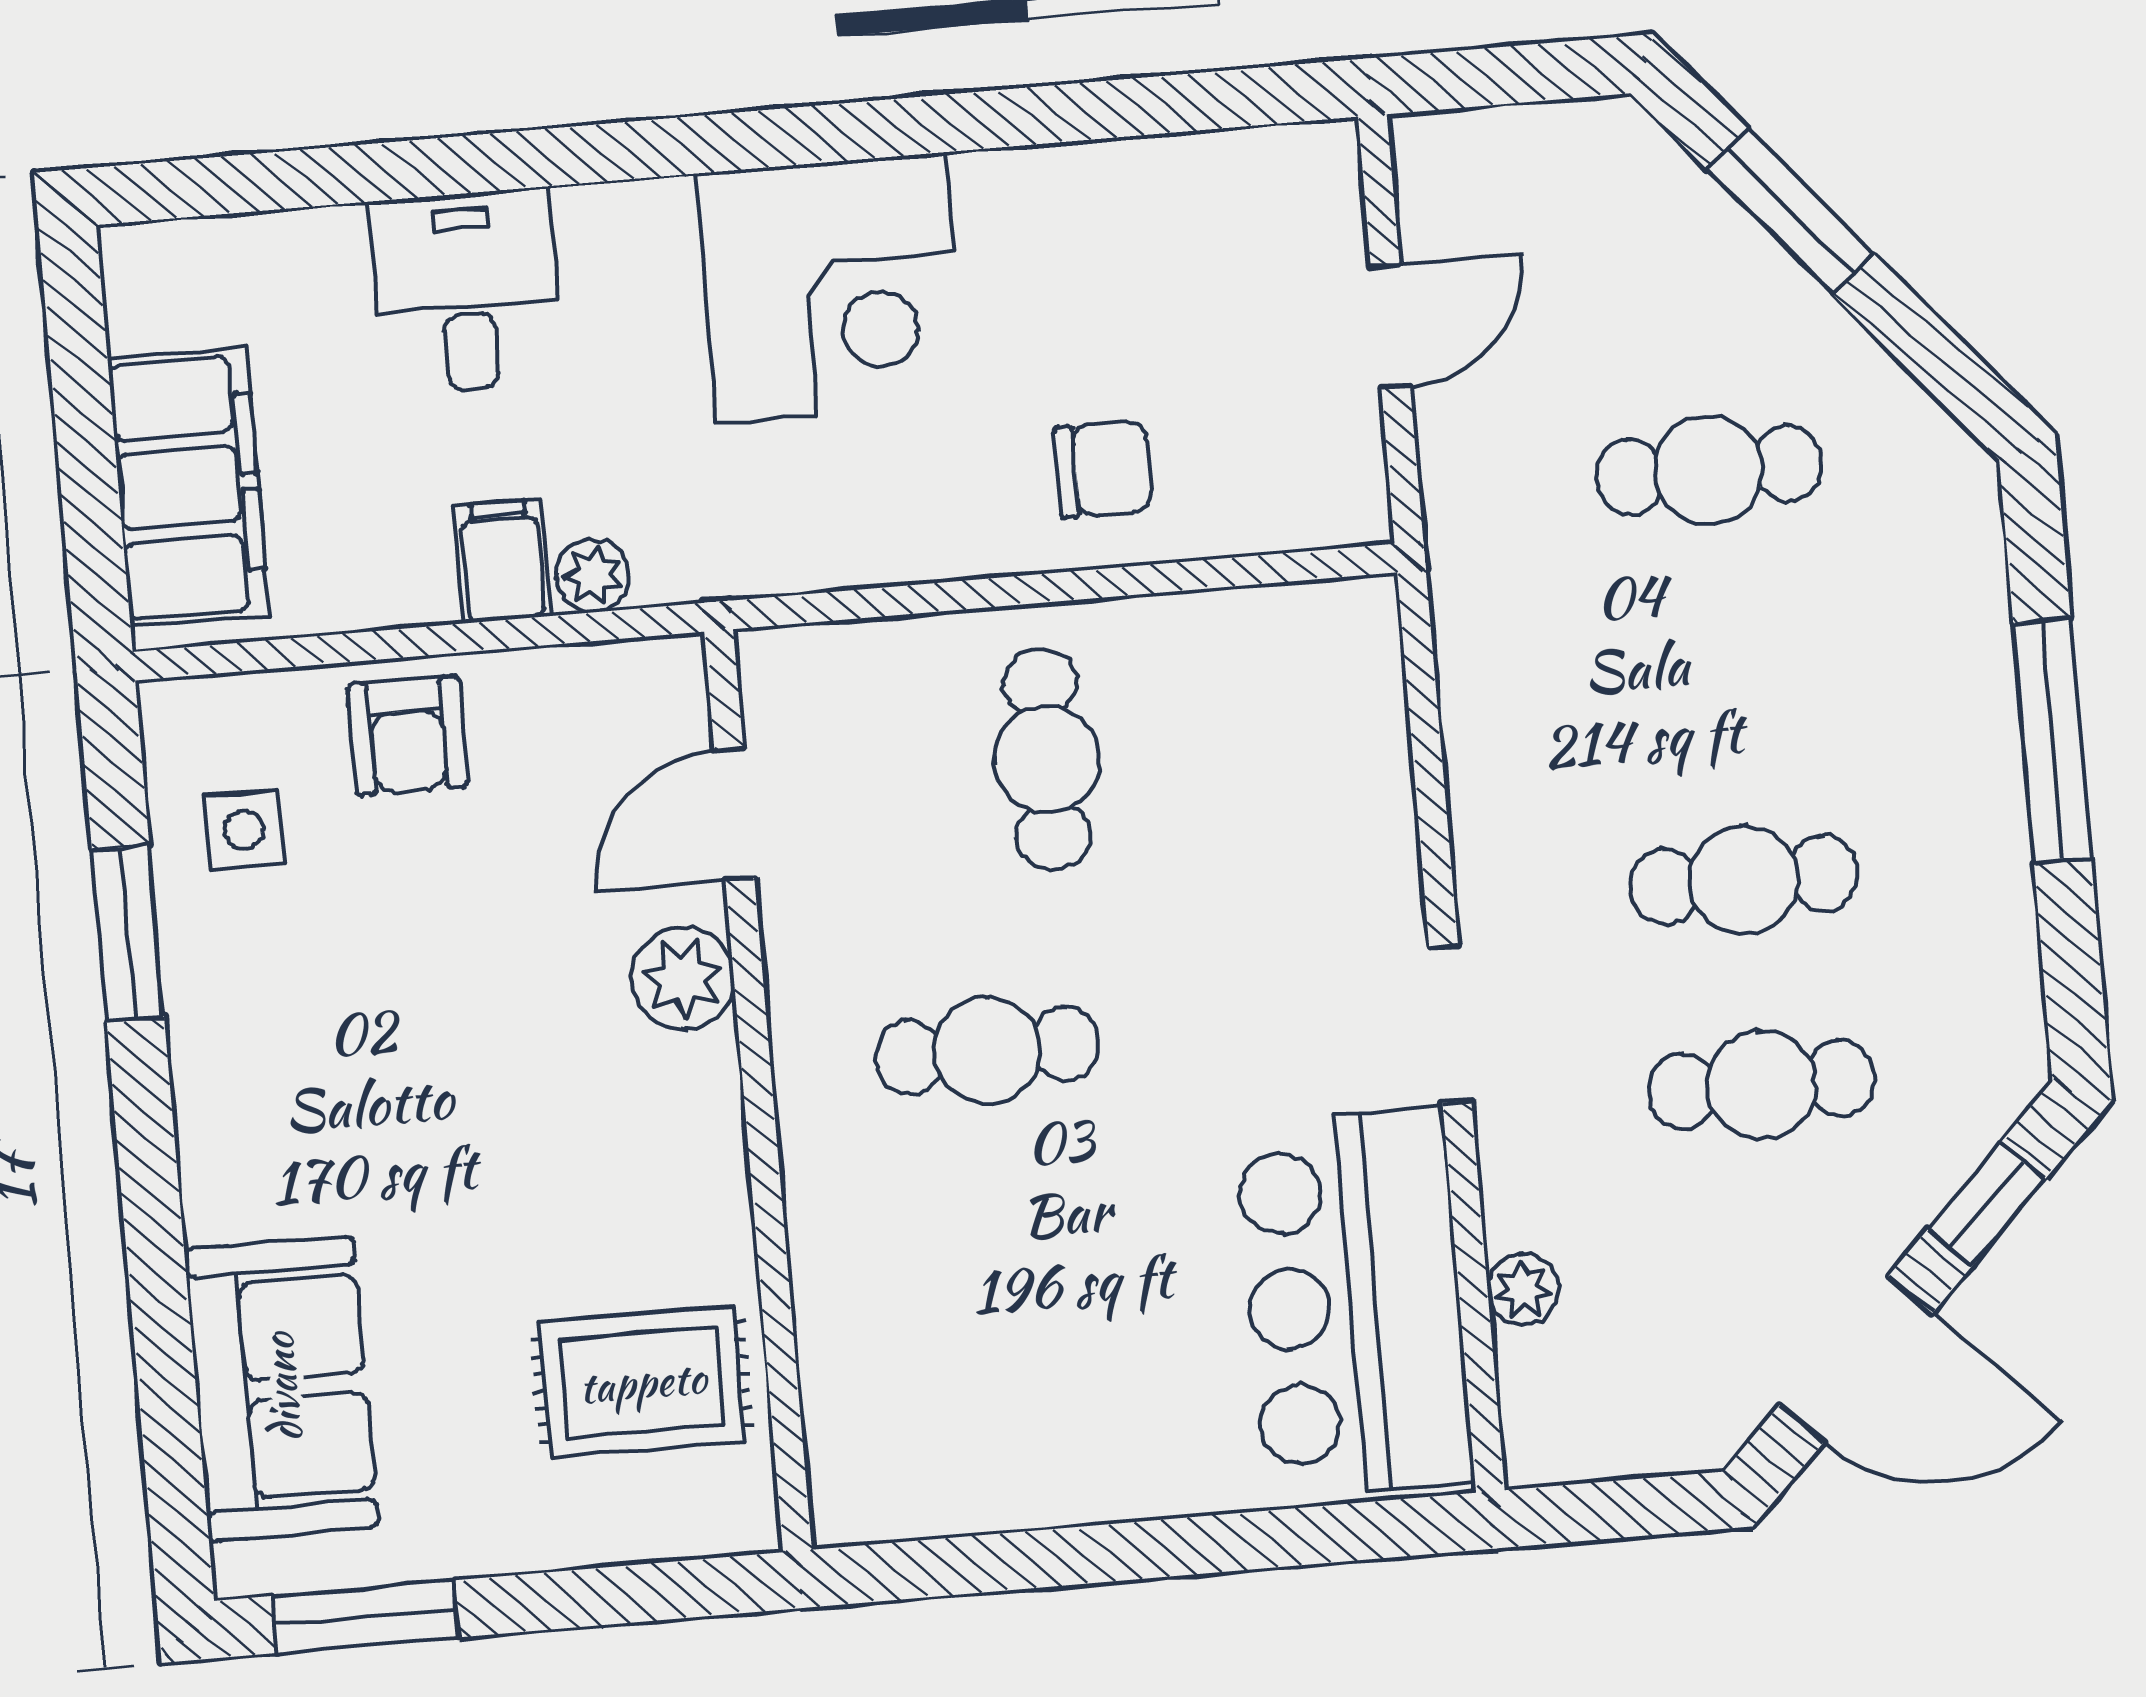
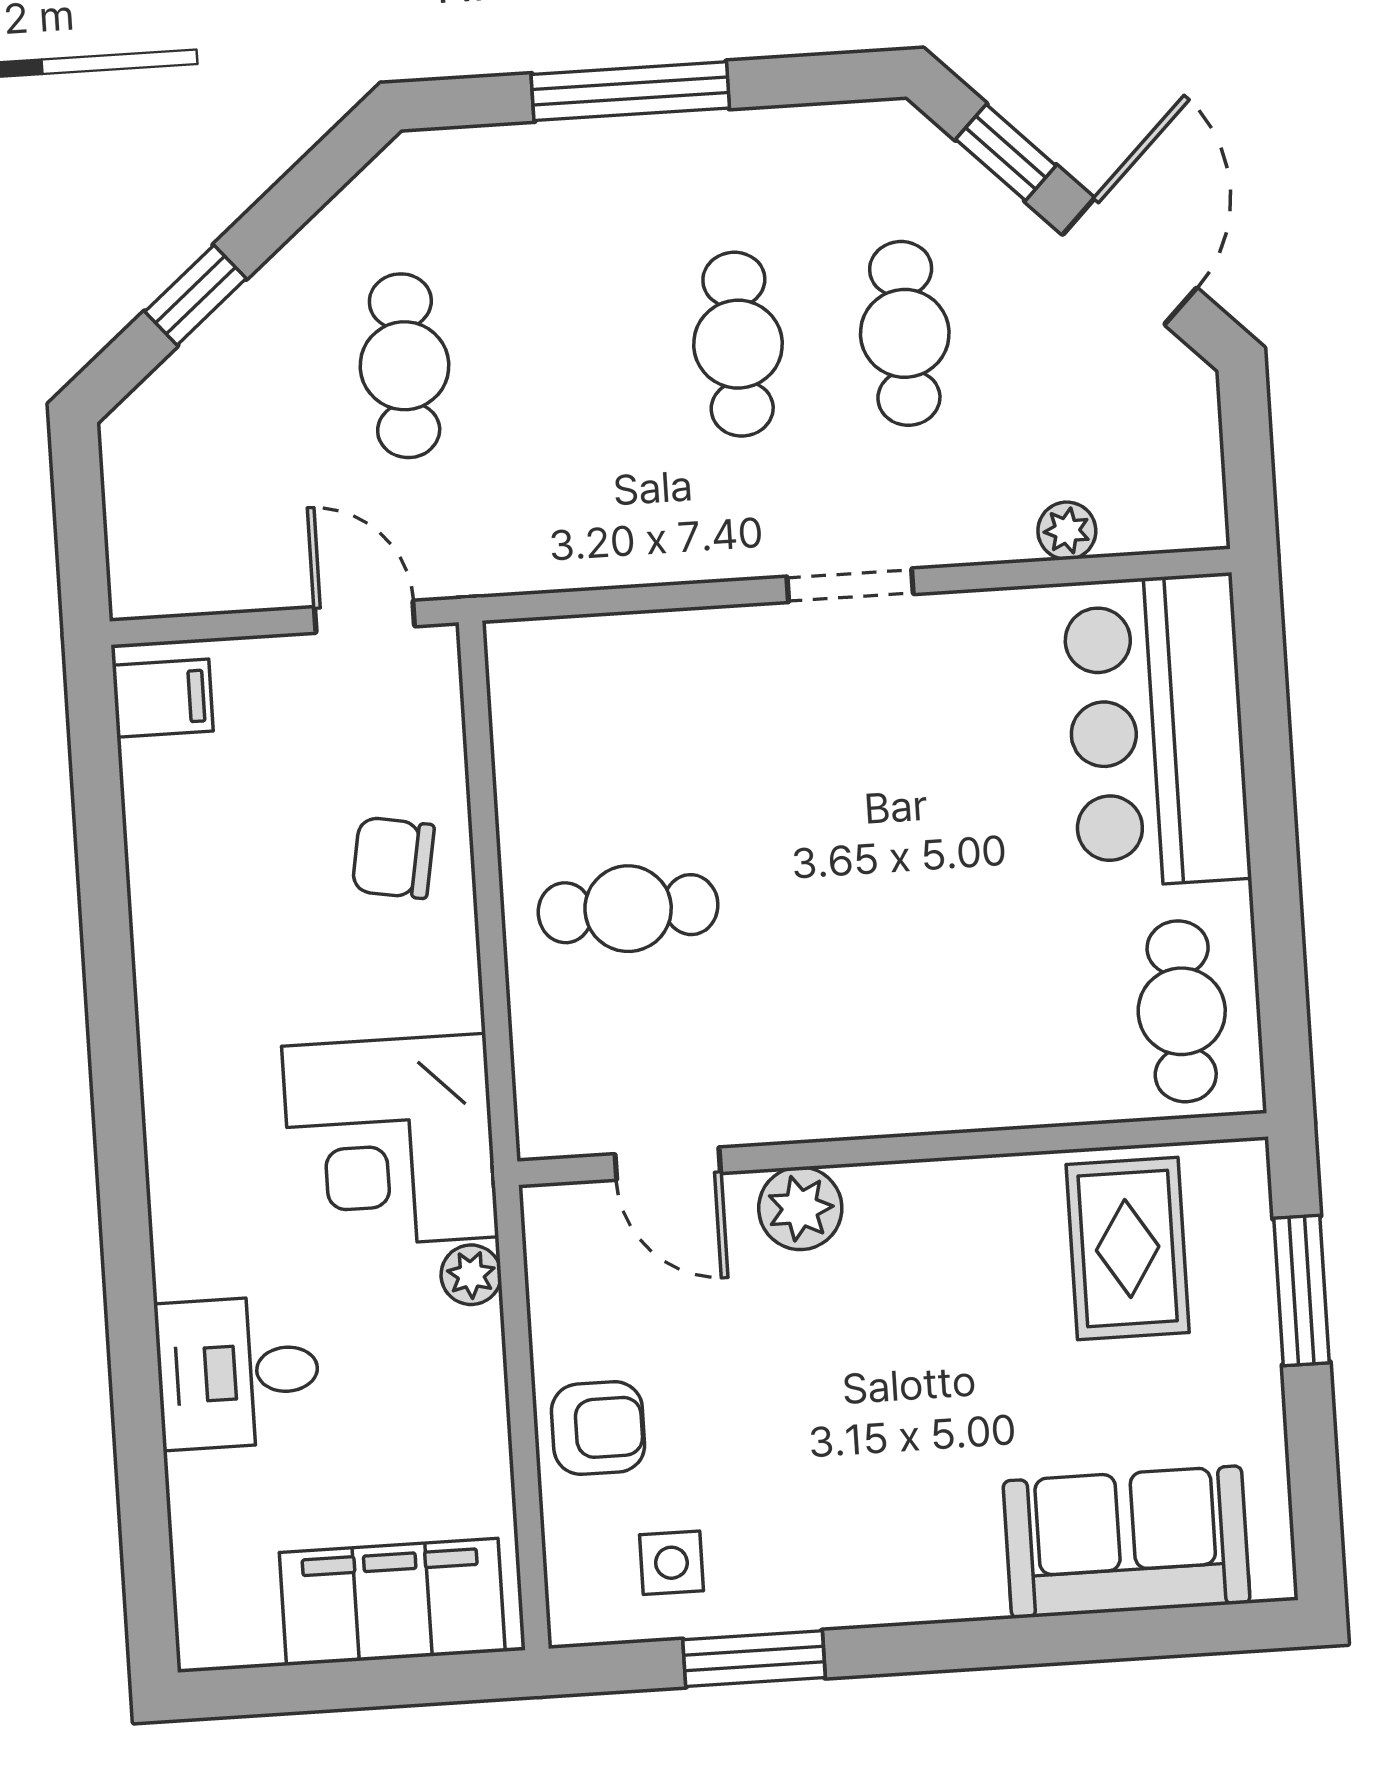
window: (1790, 211) -> (195, 295), width x0.67
corner desk: (831, 288) -> (390, 1141), moved, turned 180
door: (1390, 326) -> (364, 617), moved
chair: (1103, 469) -> (393, 858), turned -80
filing cabinet: (502, 561) -> (163, 698), moved, turned 180
cafe table: (987, 1050) -> (1182, 1011), moved
bar counter: (1355, 1303) -> (1157, 731), moved, turned 90
window: (366, 1617) -> (1301, 1291), moved

